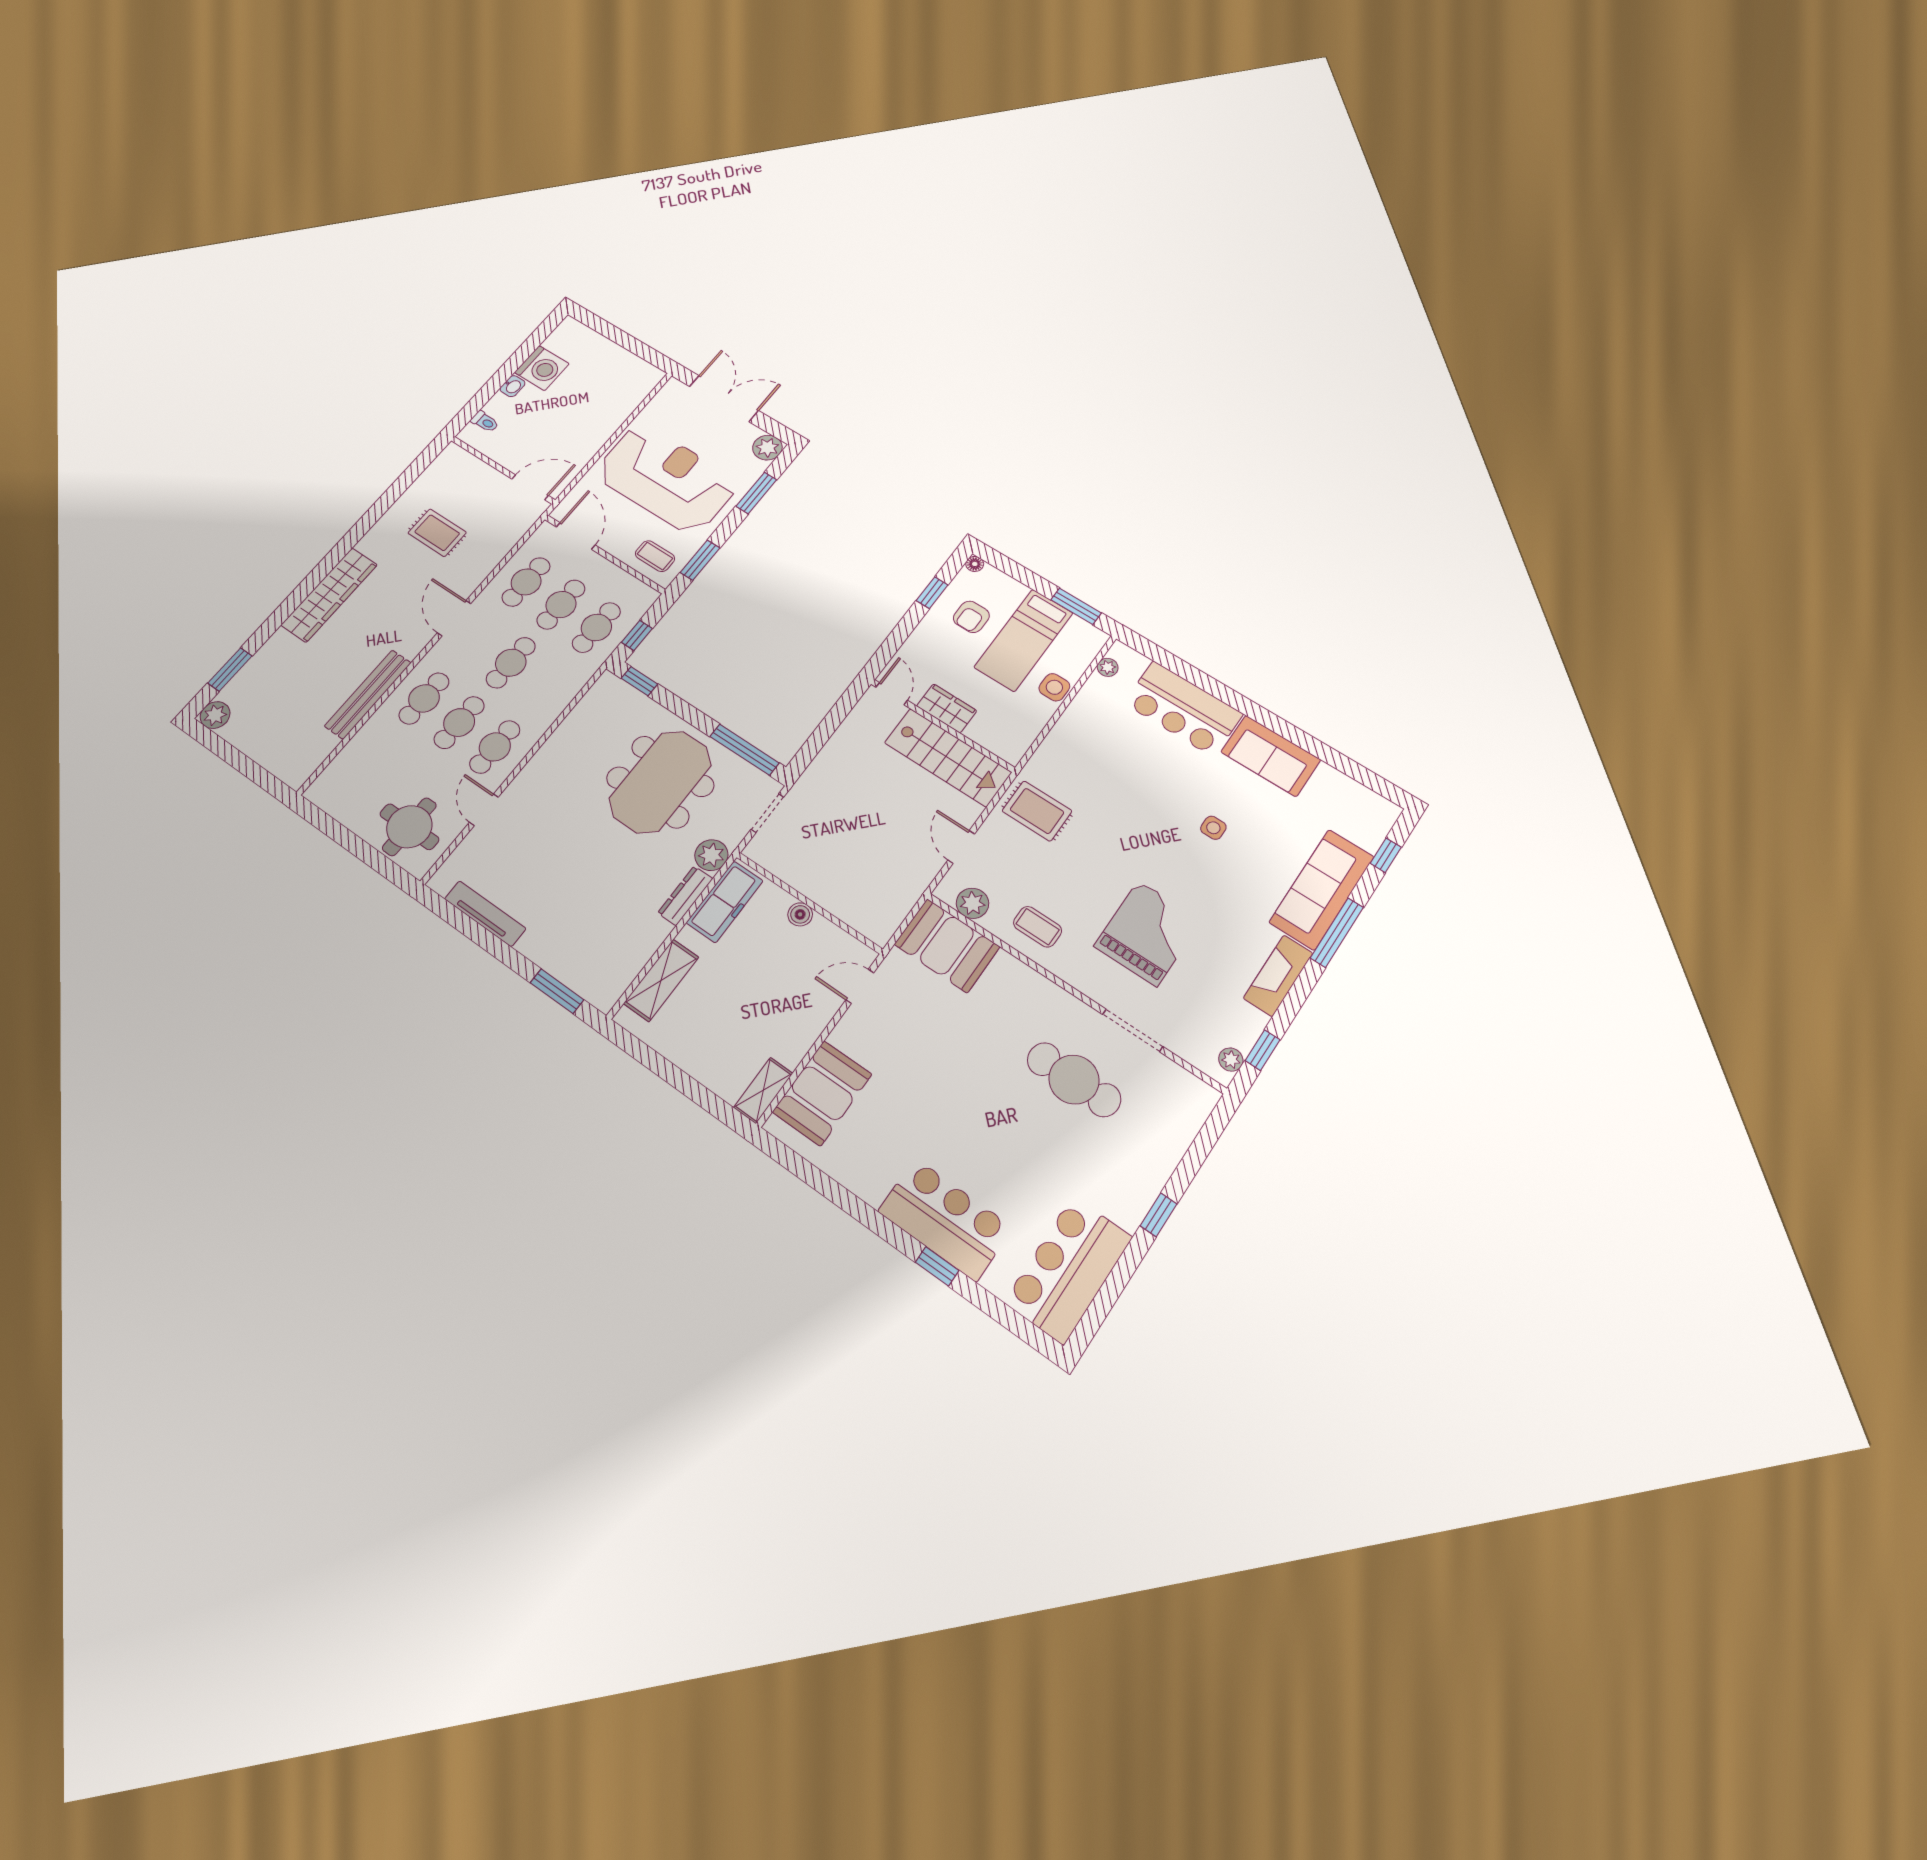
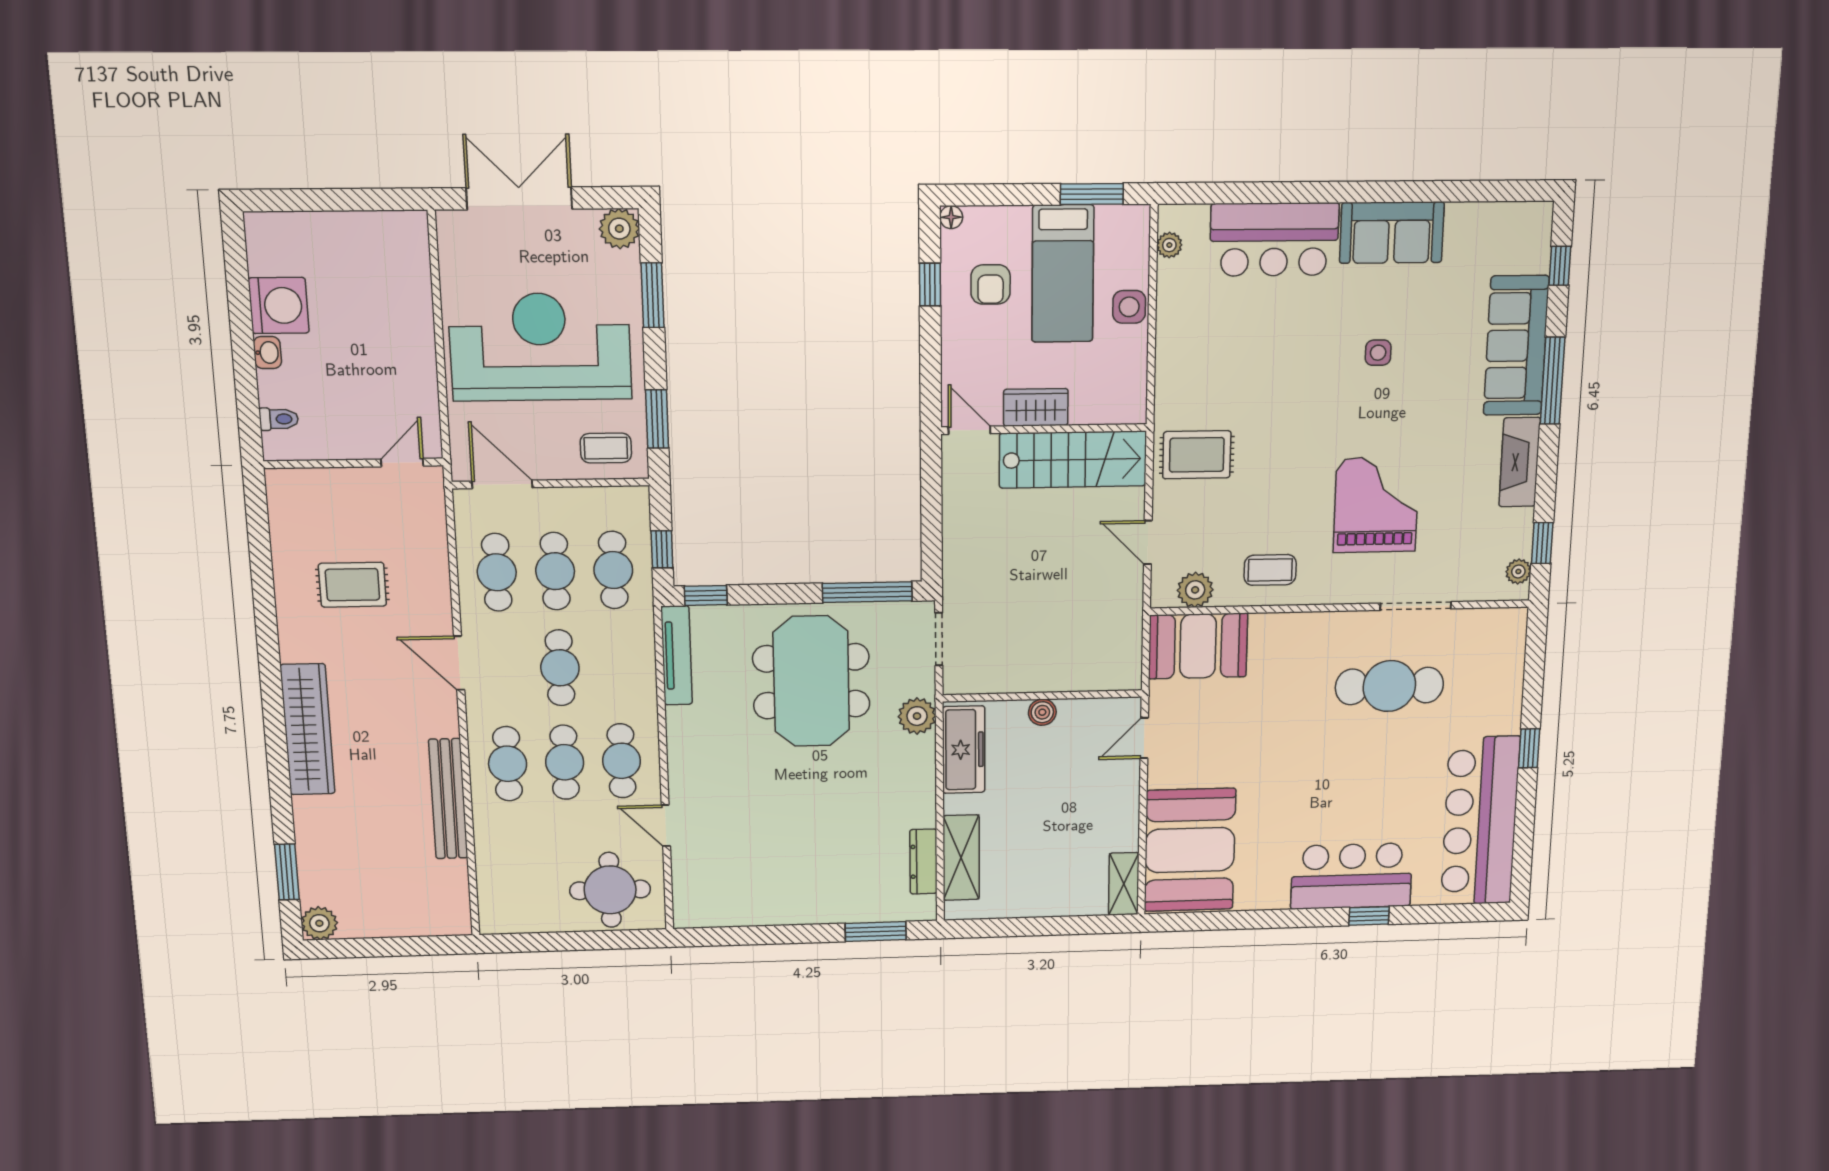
door: (530, 487) -> (402, 463), width x0.73
dresser: (685, 896) -> (923, 862), moved
tv unit: (485, 914) -> (677, 655), moved, turned 90
booth: (822, 1093) -> (1190, 850), width x1.36, depth x1.42
bar counter: (1068, 1269) -> (1480, 821), width x1.36

